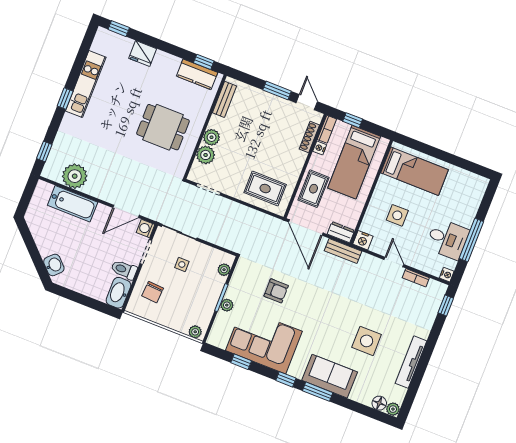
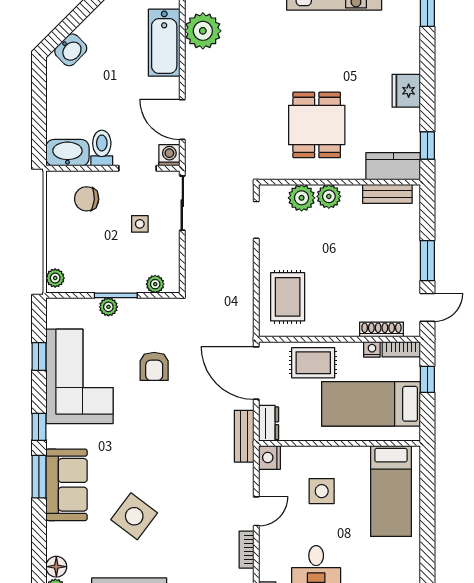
fridge: (143, 53) -> (406, 91), moved
kitchen counter: (197, 74) -> (393, 166), moved, turned 90
door: (306, 227) -> (256, 373), hinge flipped
side table: (367, 341) -> (134, 516), turned 37

